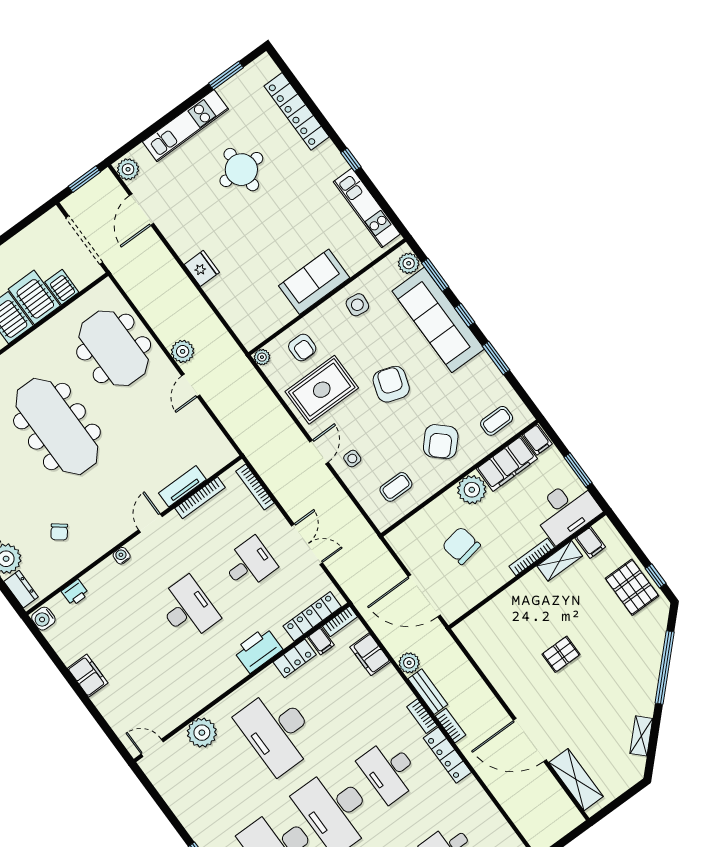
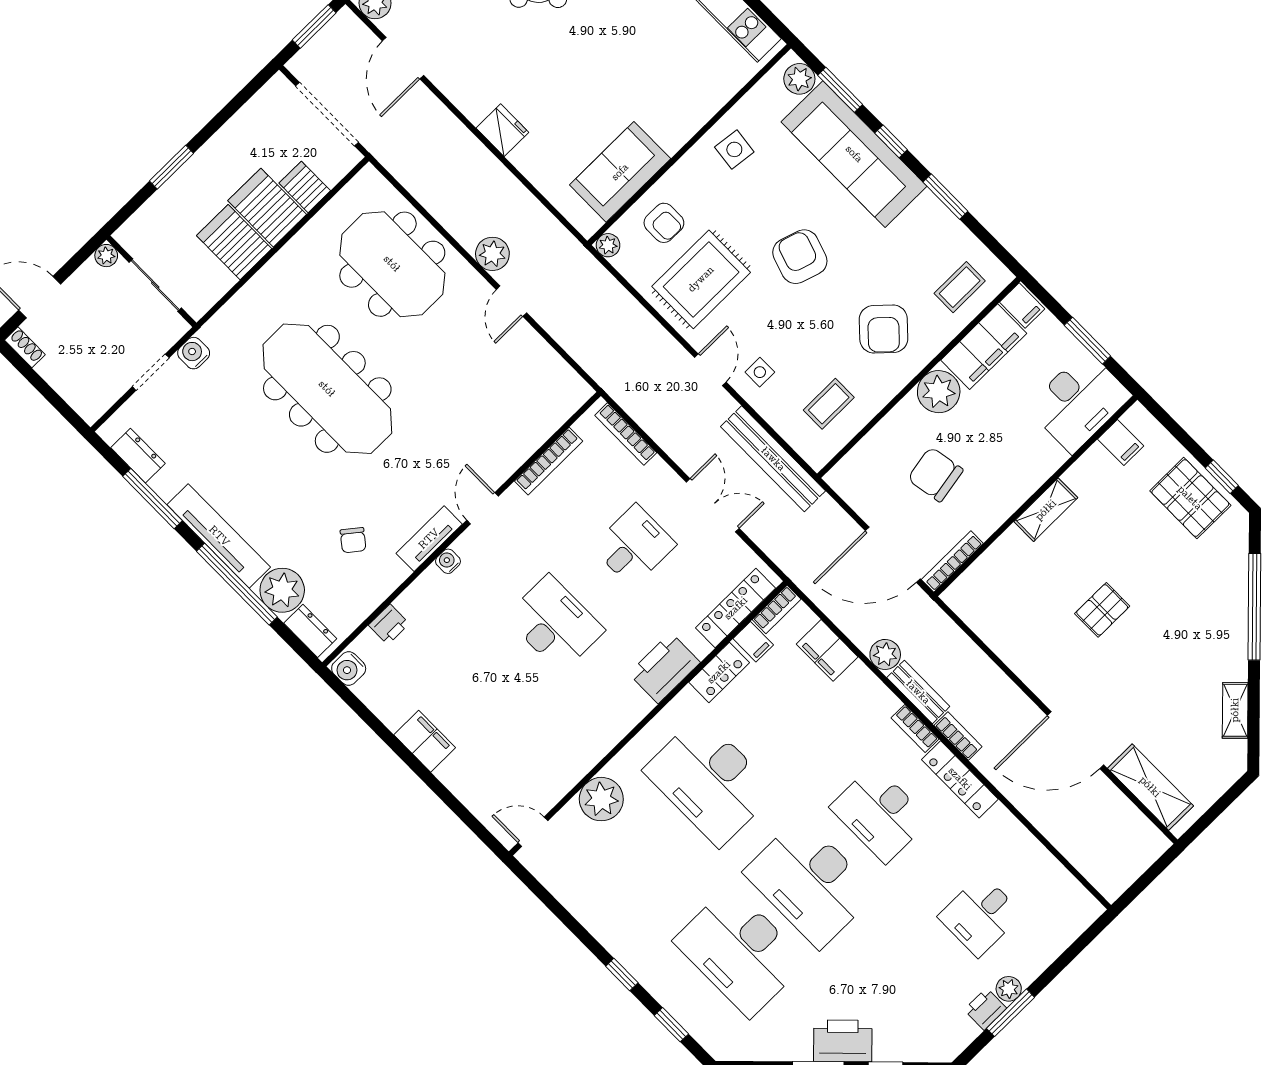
sofa: (314, 282) -> (620, 172), moved
tv unit: (182, 486) -> (429, 539), moved
bench: (353, 519) -> (773, 459), added
bookcase: (532, 557) -> (952, 561), moved
shelving: (560, 561) -> (1046, 510), moved

